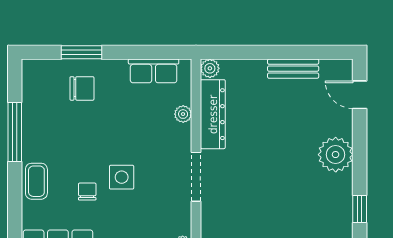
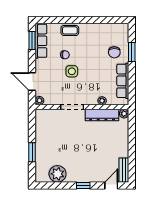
bench: (293, 69) -> (124, 170), moved
row of seats: (154, 71) -> (123, 81), width x1.48
window: (15, 132) -> (93, 20), removed
plant: (336, 155) -> (58, 174), moved
window: (360, 209) -> (83, 185), moved

